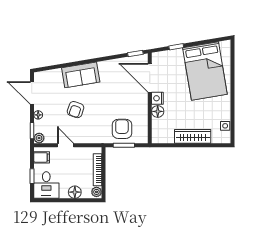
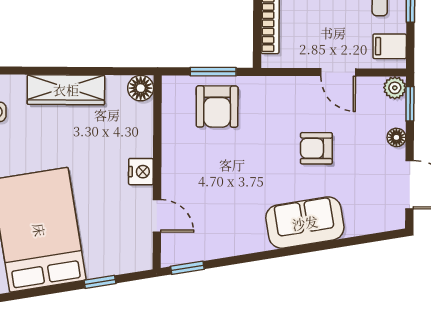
door: (150, 78) -> (157, 216), width x0.53
armchair: (76, 110) -> (316, 148), turned -109
floor lamp: (158, 111) -> (141, 88), moved

